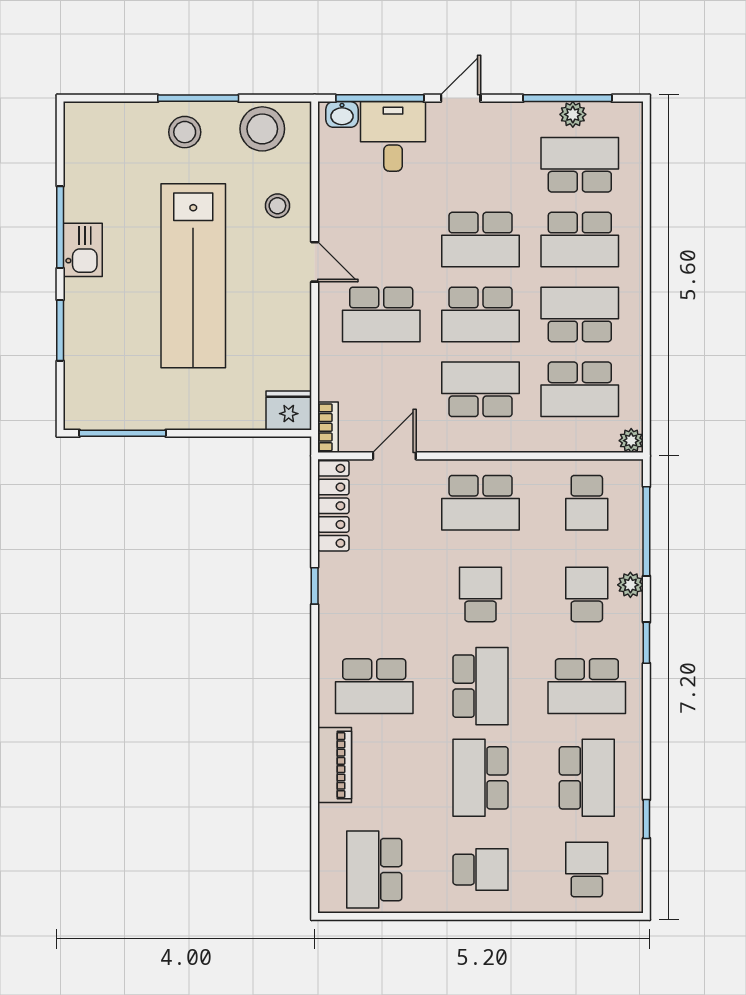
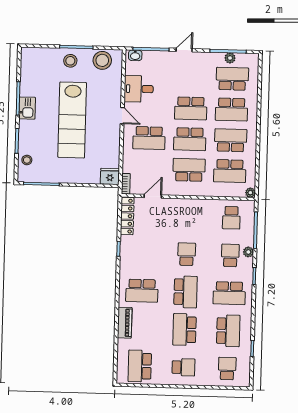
desk: (393, 136) -> (139, 89), moved, turned -90
stool: (277, 206) -> (27, 160), moved
school desk: (481, 503) -> (188, 217), removed

